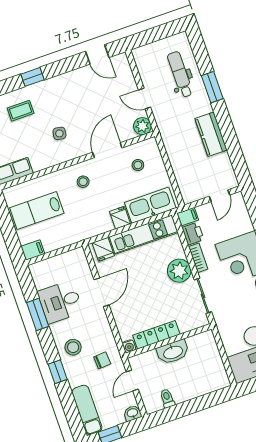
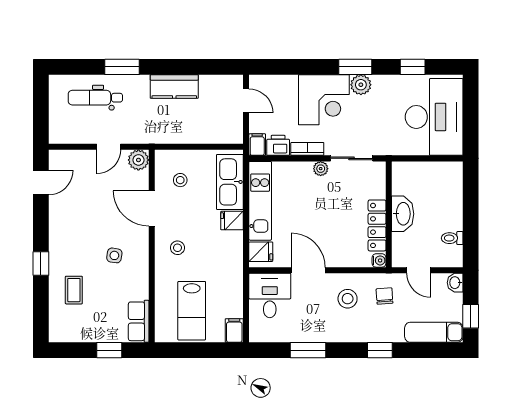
plant: (179, 271) -> (321, 169), width x0.53, depth x0.53
desk: (60, 302) -> (270, 295), moved, turned 180
stool: (73, 347) -> (348, 299), moved

